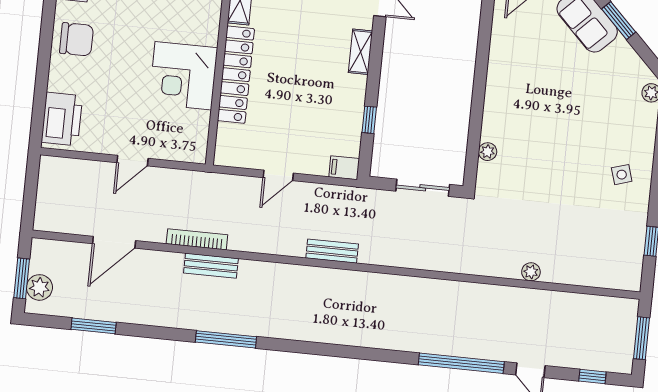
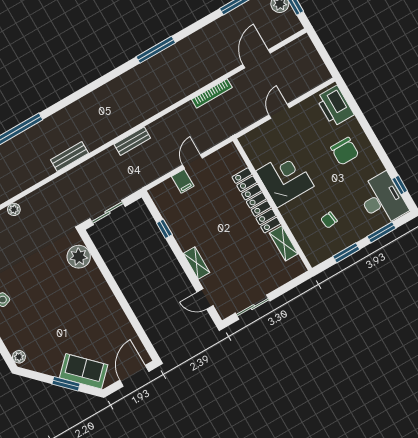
chair: (76, 39) -> (345, 151), moved, turned -90
plant: (488, 152) -> (79, 257), width x1.88, depth x1.88
filing cabinet: (344, 168) -> (183, 181), moved, turned 90
bench: (211, 266) -> (69, 156), moved

